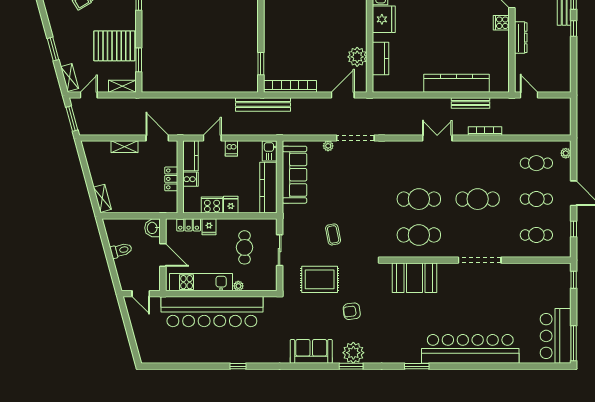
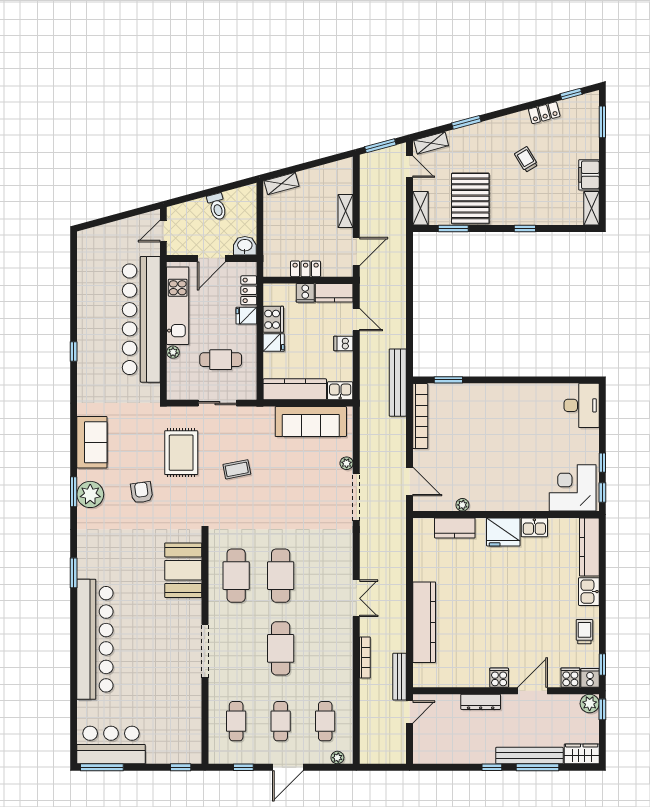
plant: (357, 57) -> (462, 505), width x0.53, depth x0.53
bench: (470, 103) -> (400, 677), moved

